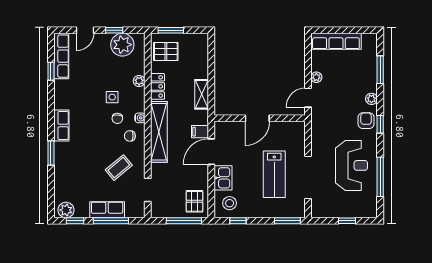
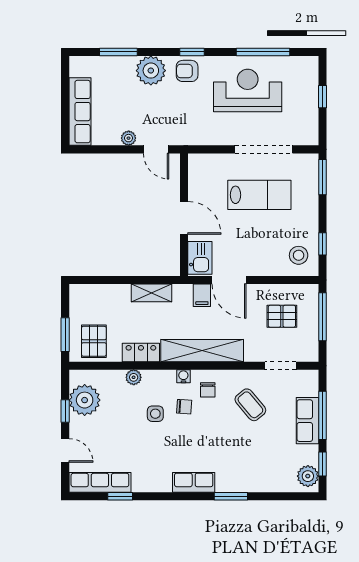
plant: (371, 99) -> (151, 71), width x1.88, depth x1.88
kitchen sink: (223, 178) -> (200, 258), moved, turned 90
pallet: (194, 201) -> (282, 316), moved

